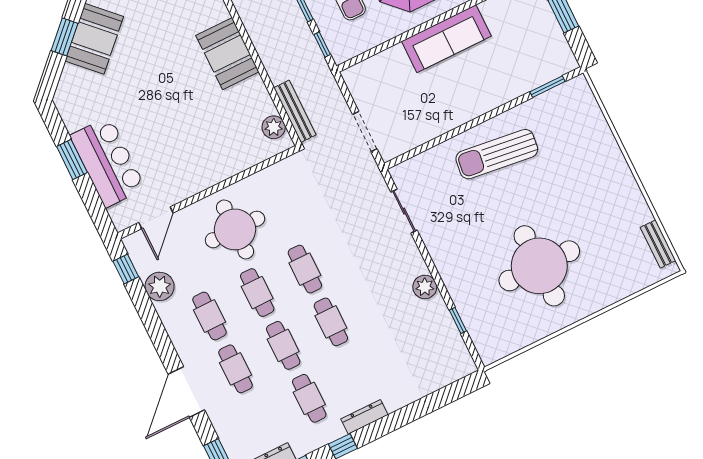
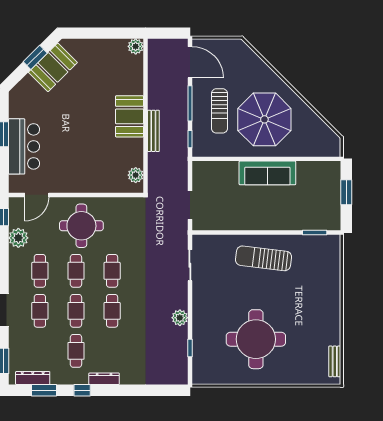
bench: (295, 111) -> (153, 131), moved

